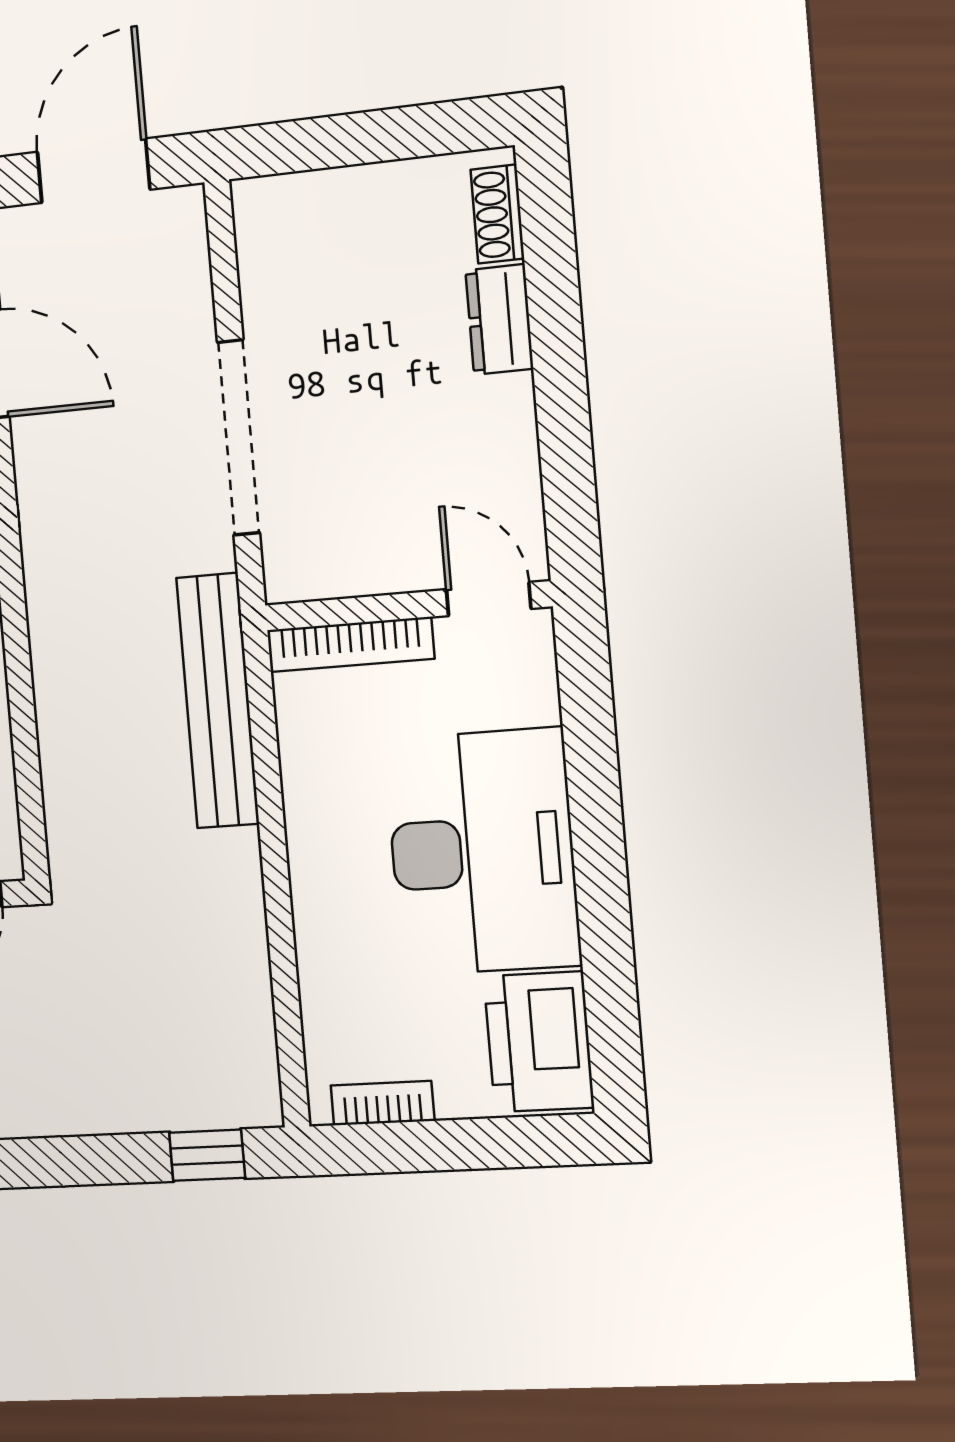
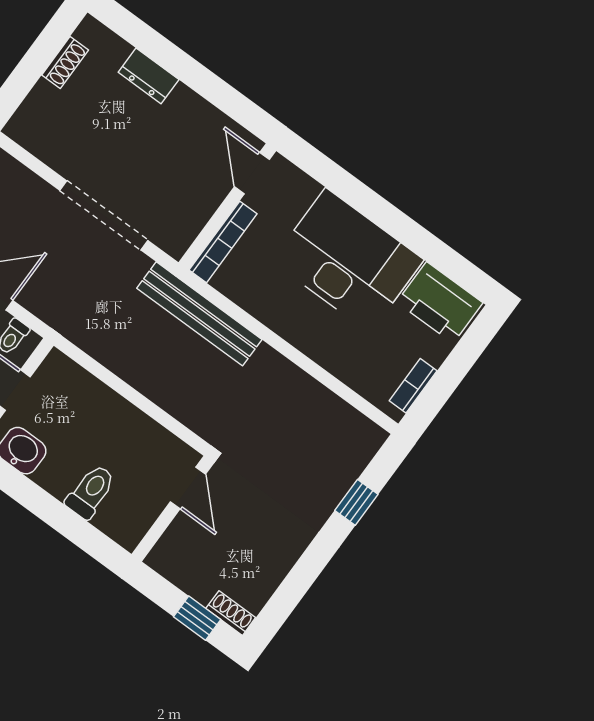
shoe rack: (497, 214) -> (65, 63), moved, turned -90
door: (489, 599) -> (252, 173), hinge flipped
window: (207, 1155) -> (356, 502), moved

